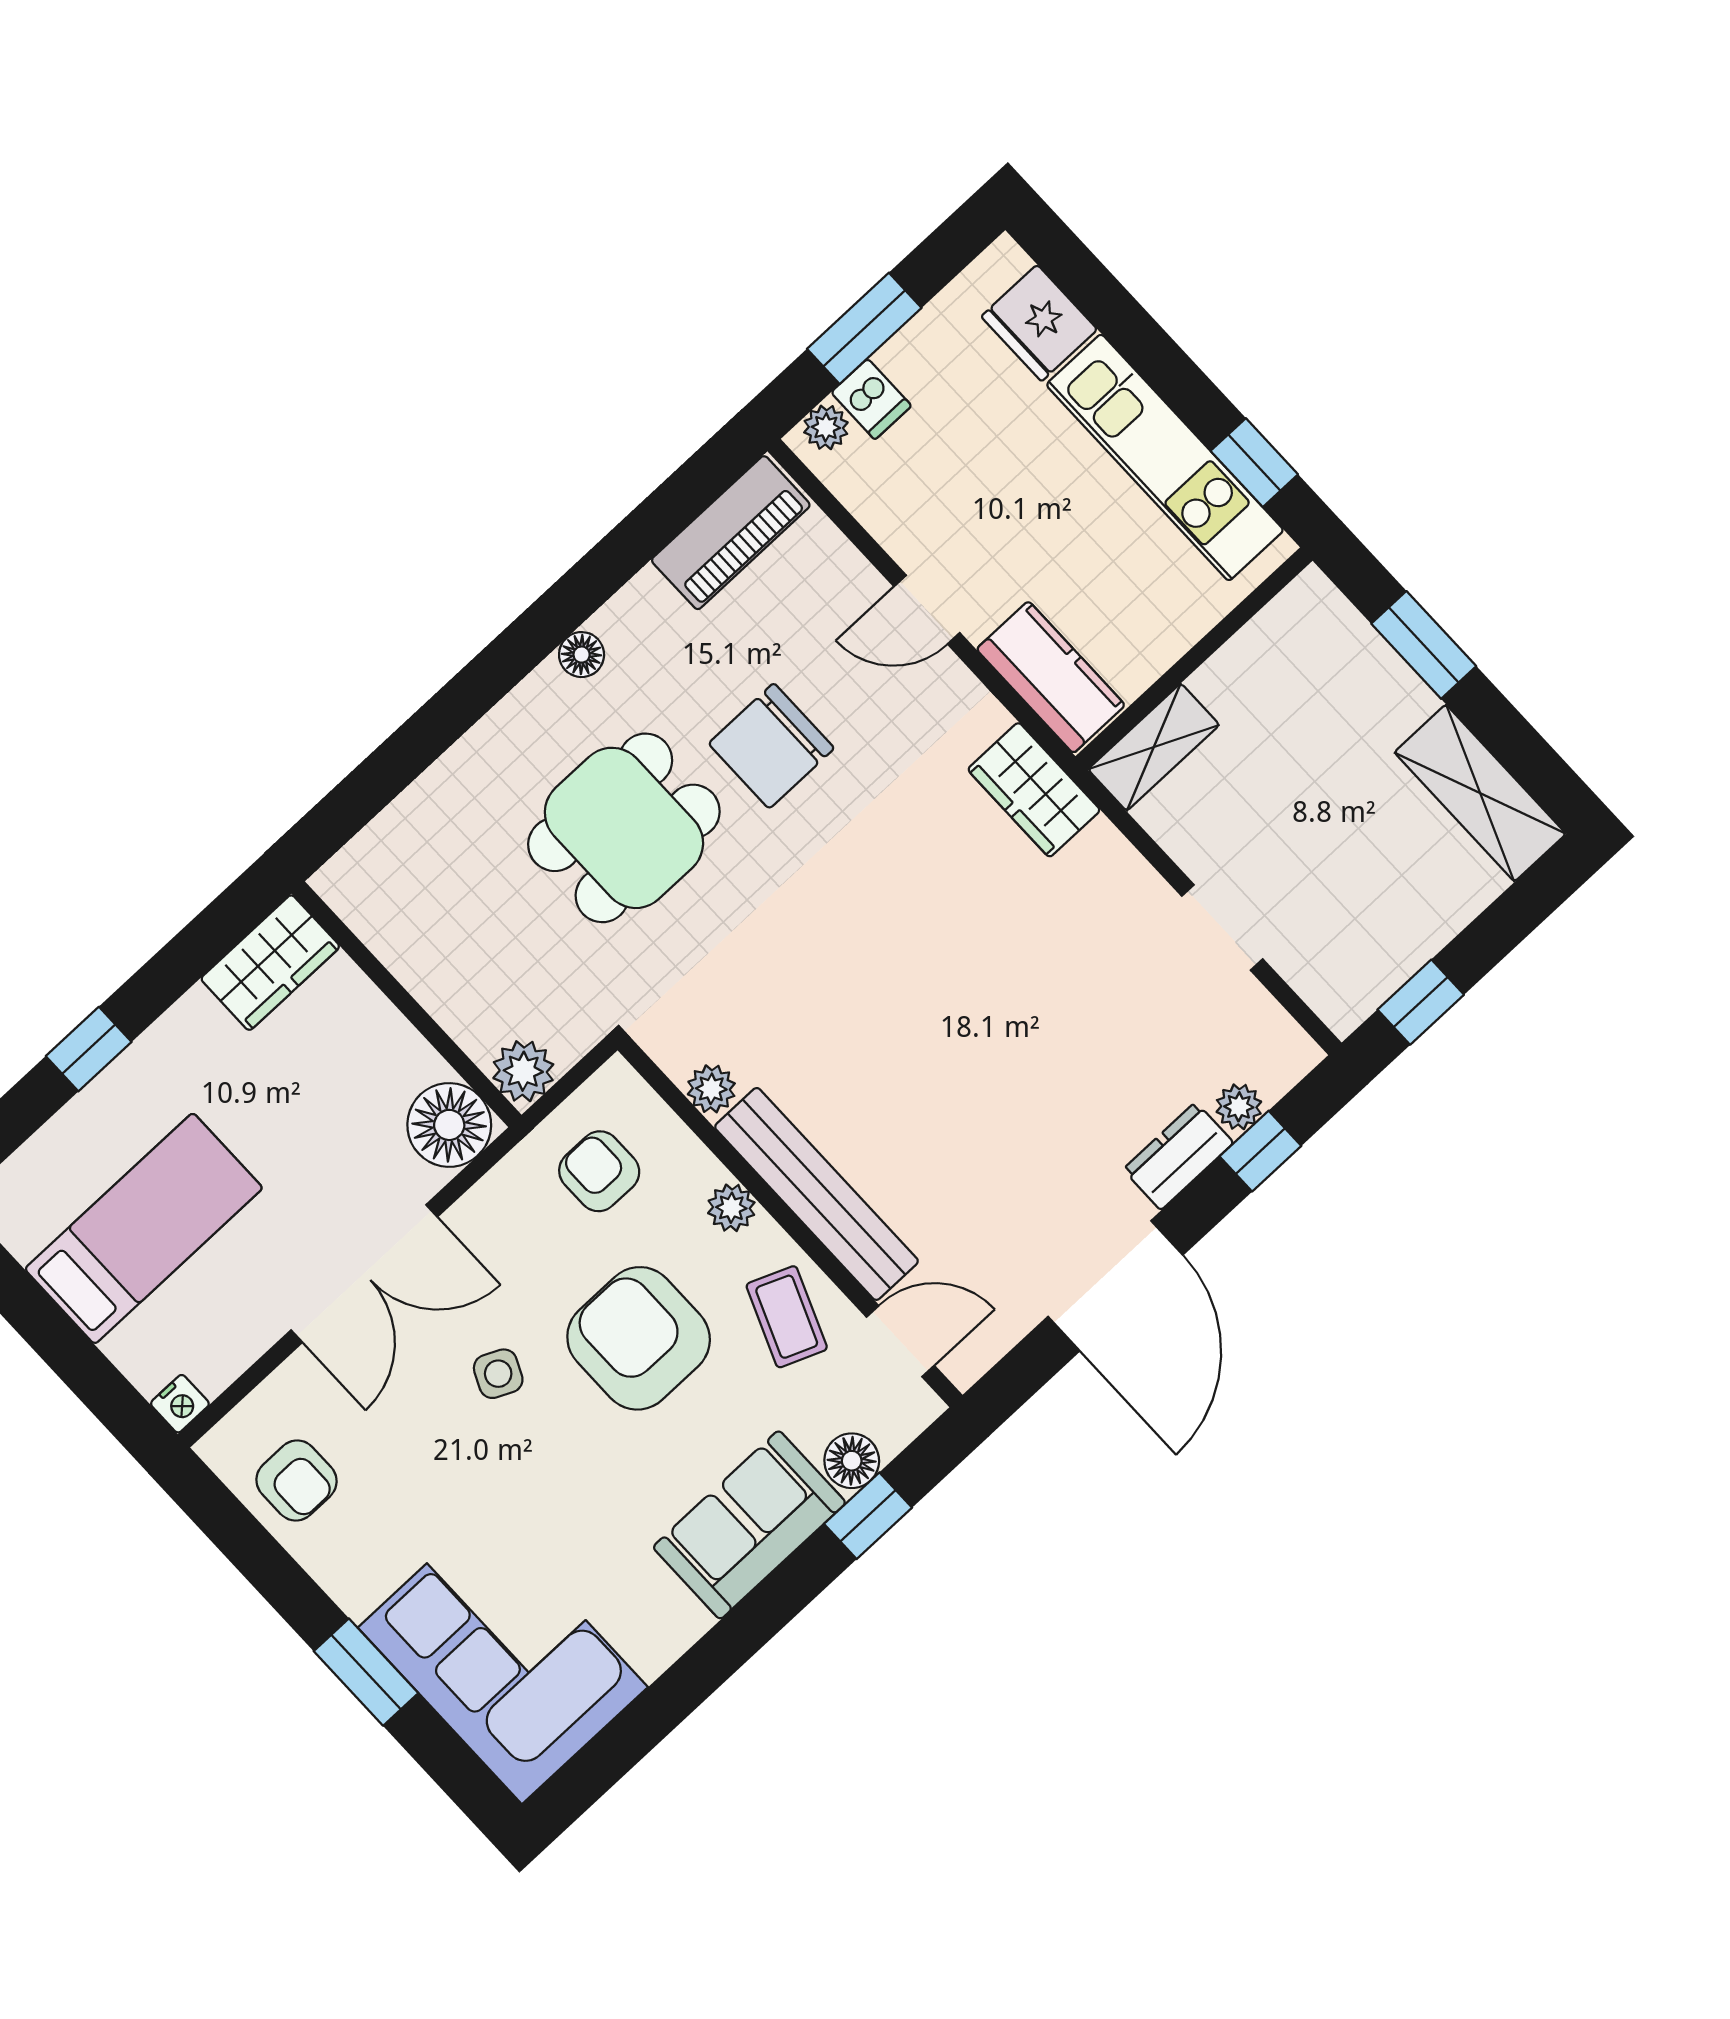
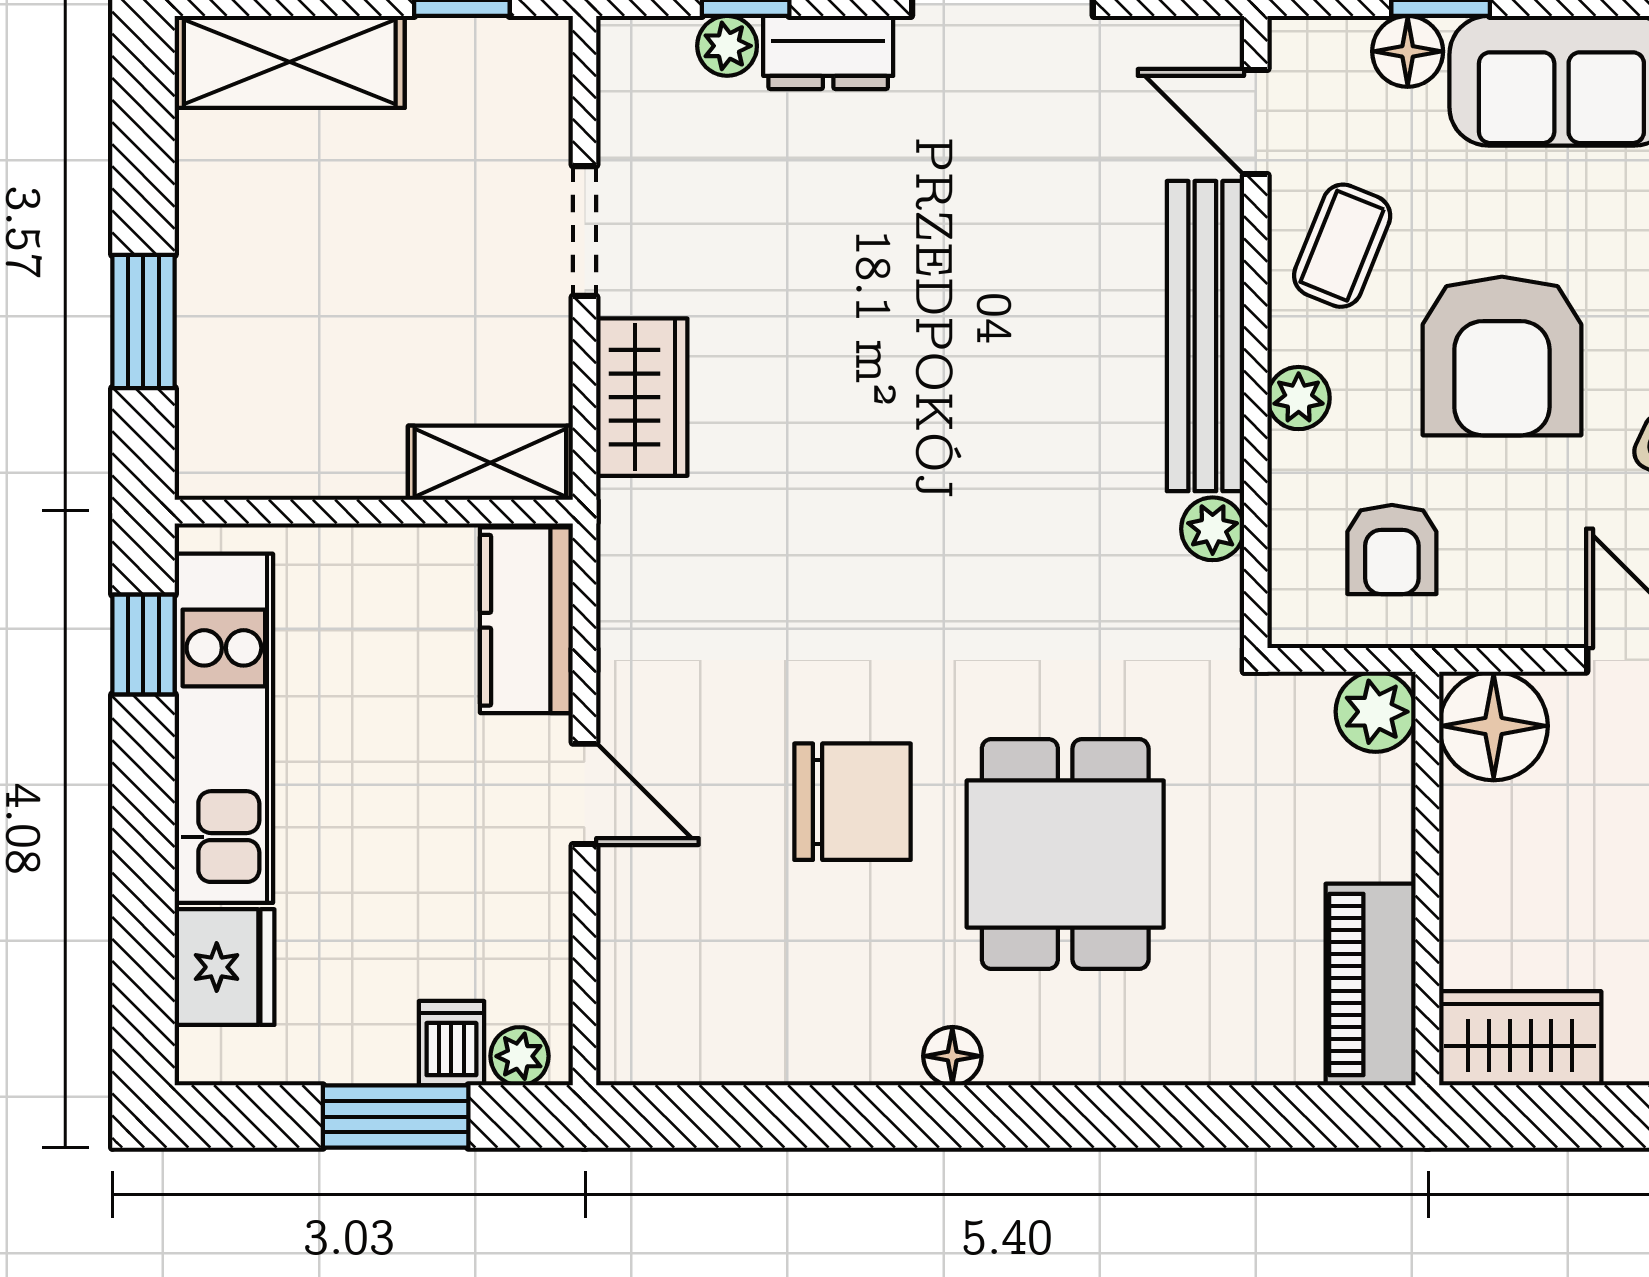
piano: (731, 533) -> (1371, 984), moved, turned -90
wardrobe: (1034, 790) -> (642, 397), moved
shelving: (1480, 793) -> (290, 62), moved, turned 90
dining table: (624, 828) -> (1065, 854), turned 90

